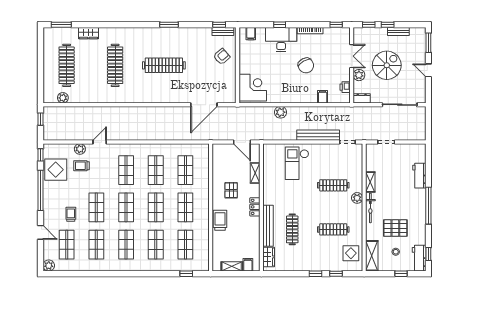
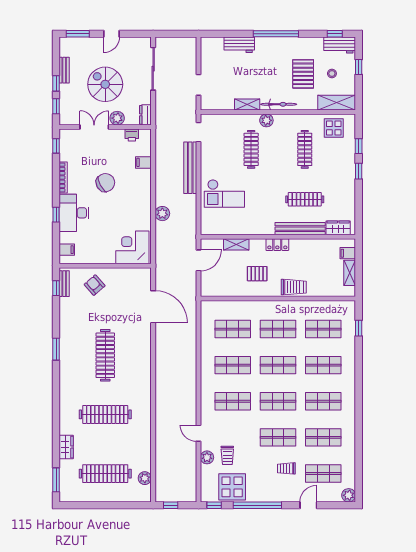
trolley: (220, 220) -> (294, 287), turned 180

